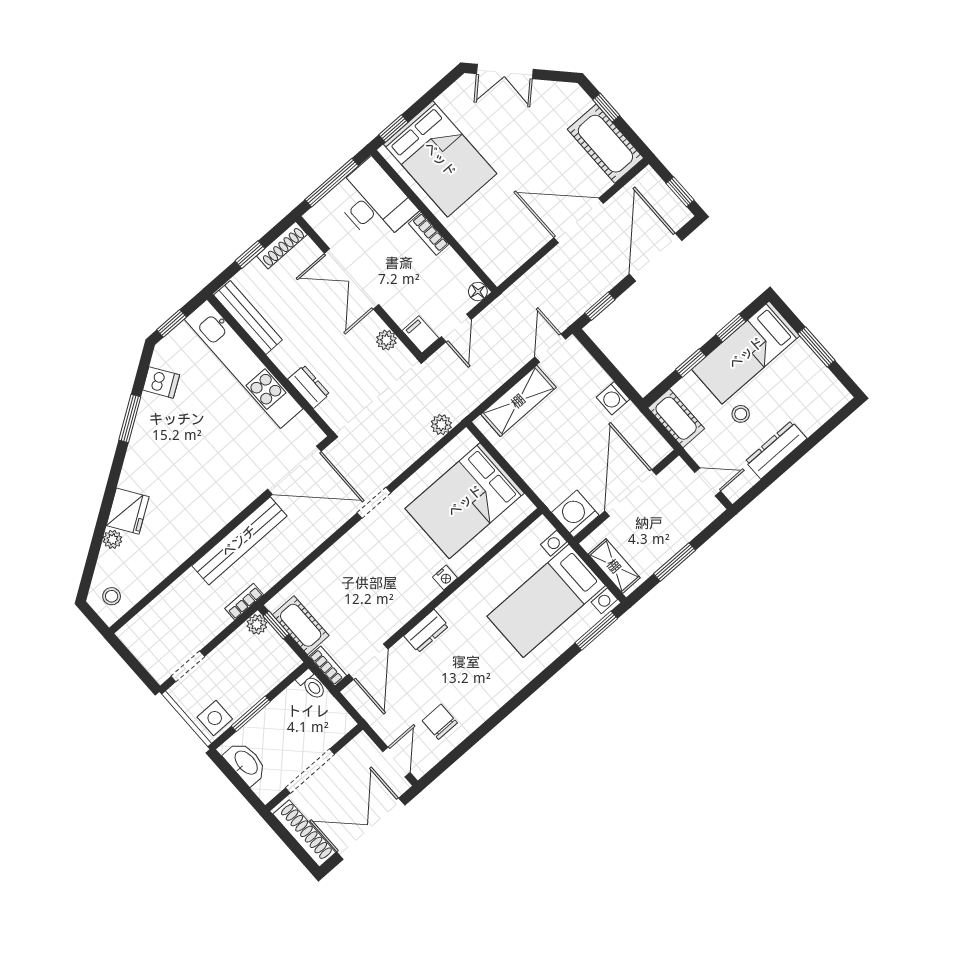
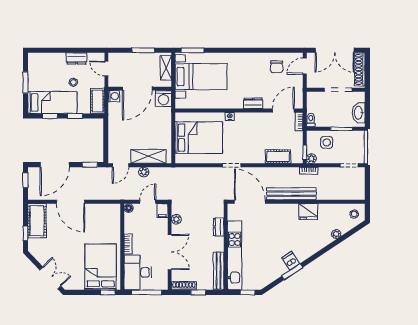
dishwasher: (161, 382) -> (291, 261), moved
washing machine: (613, 398) -> (114, 96), moved
plant: (441, 425) -> (144, 172), moved
dresser: (776, 450) -> (77, 58), width x0.70
fridge: (128, 511) -> (308, 212), moved, turned -146
cot: (301, 625) -> (278, 157), moved, turned 90
side table: (215, 718) -> (327, 142), moved

